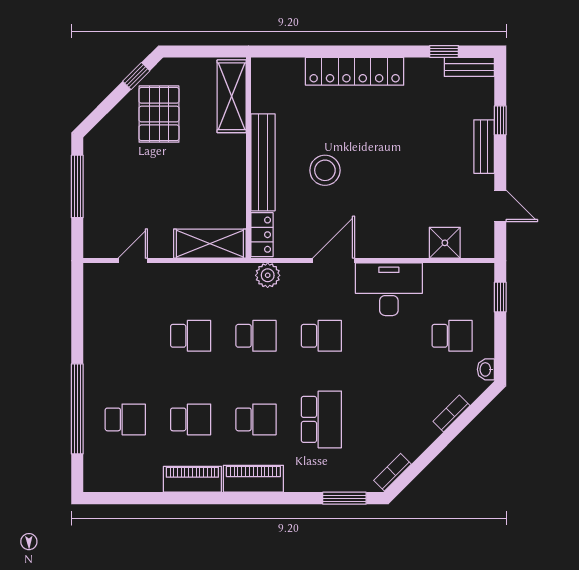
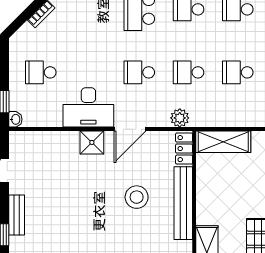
shower: (445, 243) -> (92, 142), moved
washbasin: (486, 369) -> (15, 119), moved

